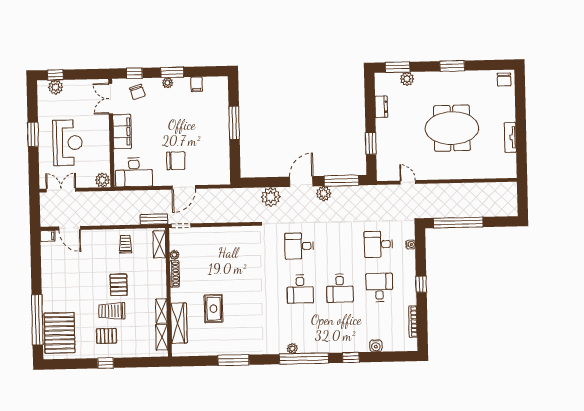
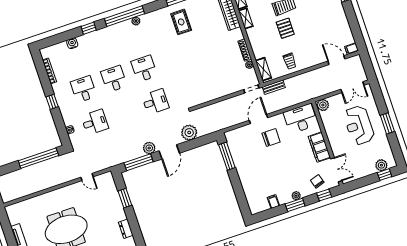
window: (234, 123) -> (227, 156), moved
chair: (176, 161) -> (271, 138), turned 180
desk: (379, 287) -> (84, 89), turned 180
rug: (214, 309) -> (181, 22), moved

